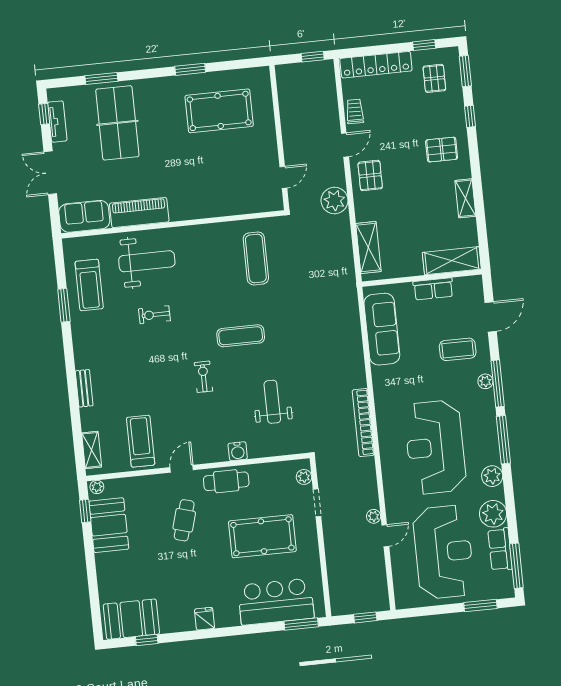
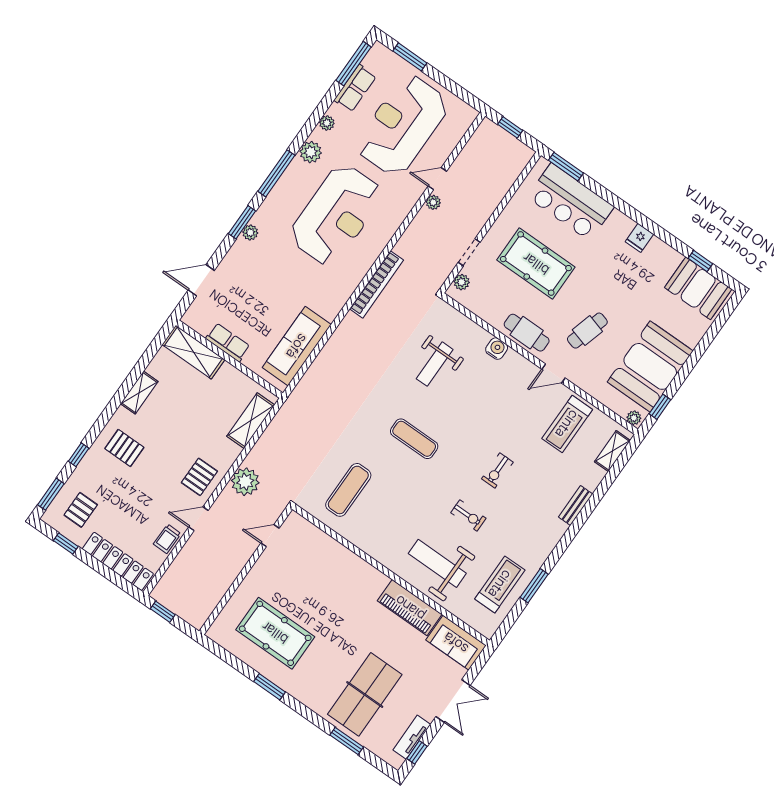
coffee table: (458, 349) -> (250, 277), removed
exercise bike: (203, 377) -> (497, 470), moved
window: (498, 384) -> (242, 222), width x0.69
plant: (493, 514) -> (327, 123), width x0.53, depth x0.53
booth: (109, 525) -> (650, 366), width x1.36, depth x1.42

